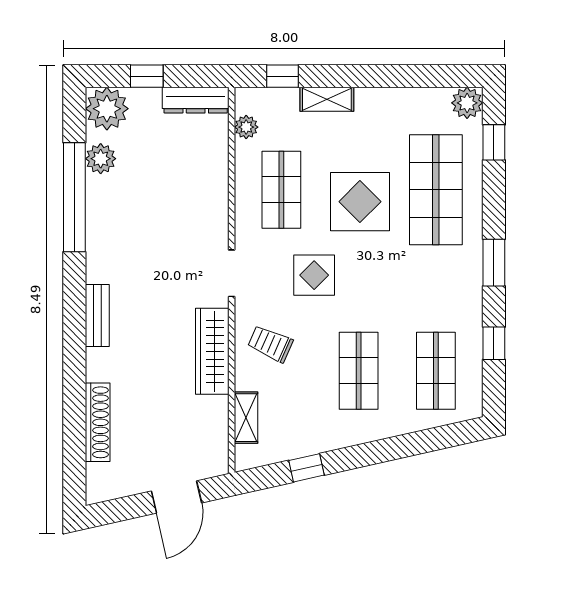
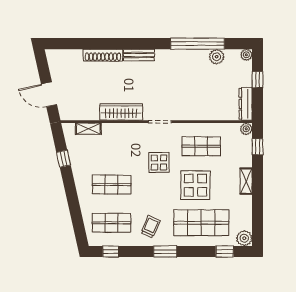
shelving: (327, 99) -> (246, 181), moved
plant: (107, 109) -> (246, 55), width x0.53, depth x0.53
plant: (246, 127) -> (246, 129), moved
window: (494, 343) -> (111, 251), moved
trolley: (270, 344) -> (151, 227), moved
shoe rack: (98, 422) -> (103, 55), moved

